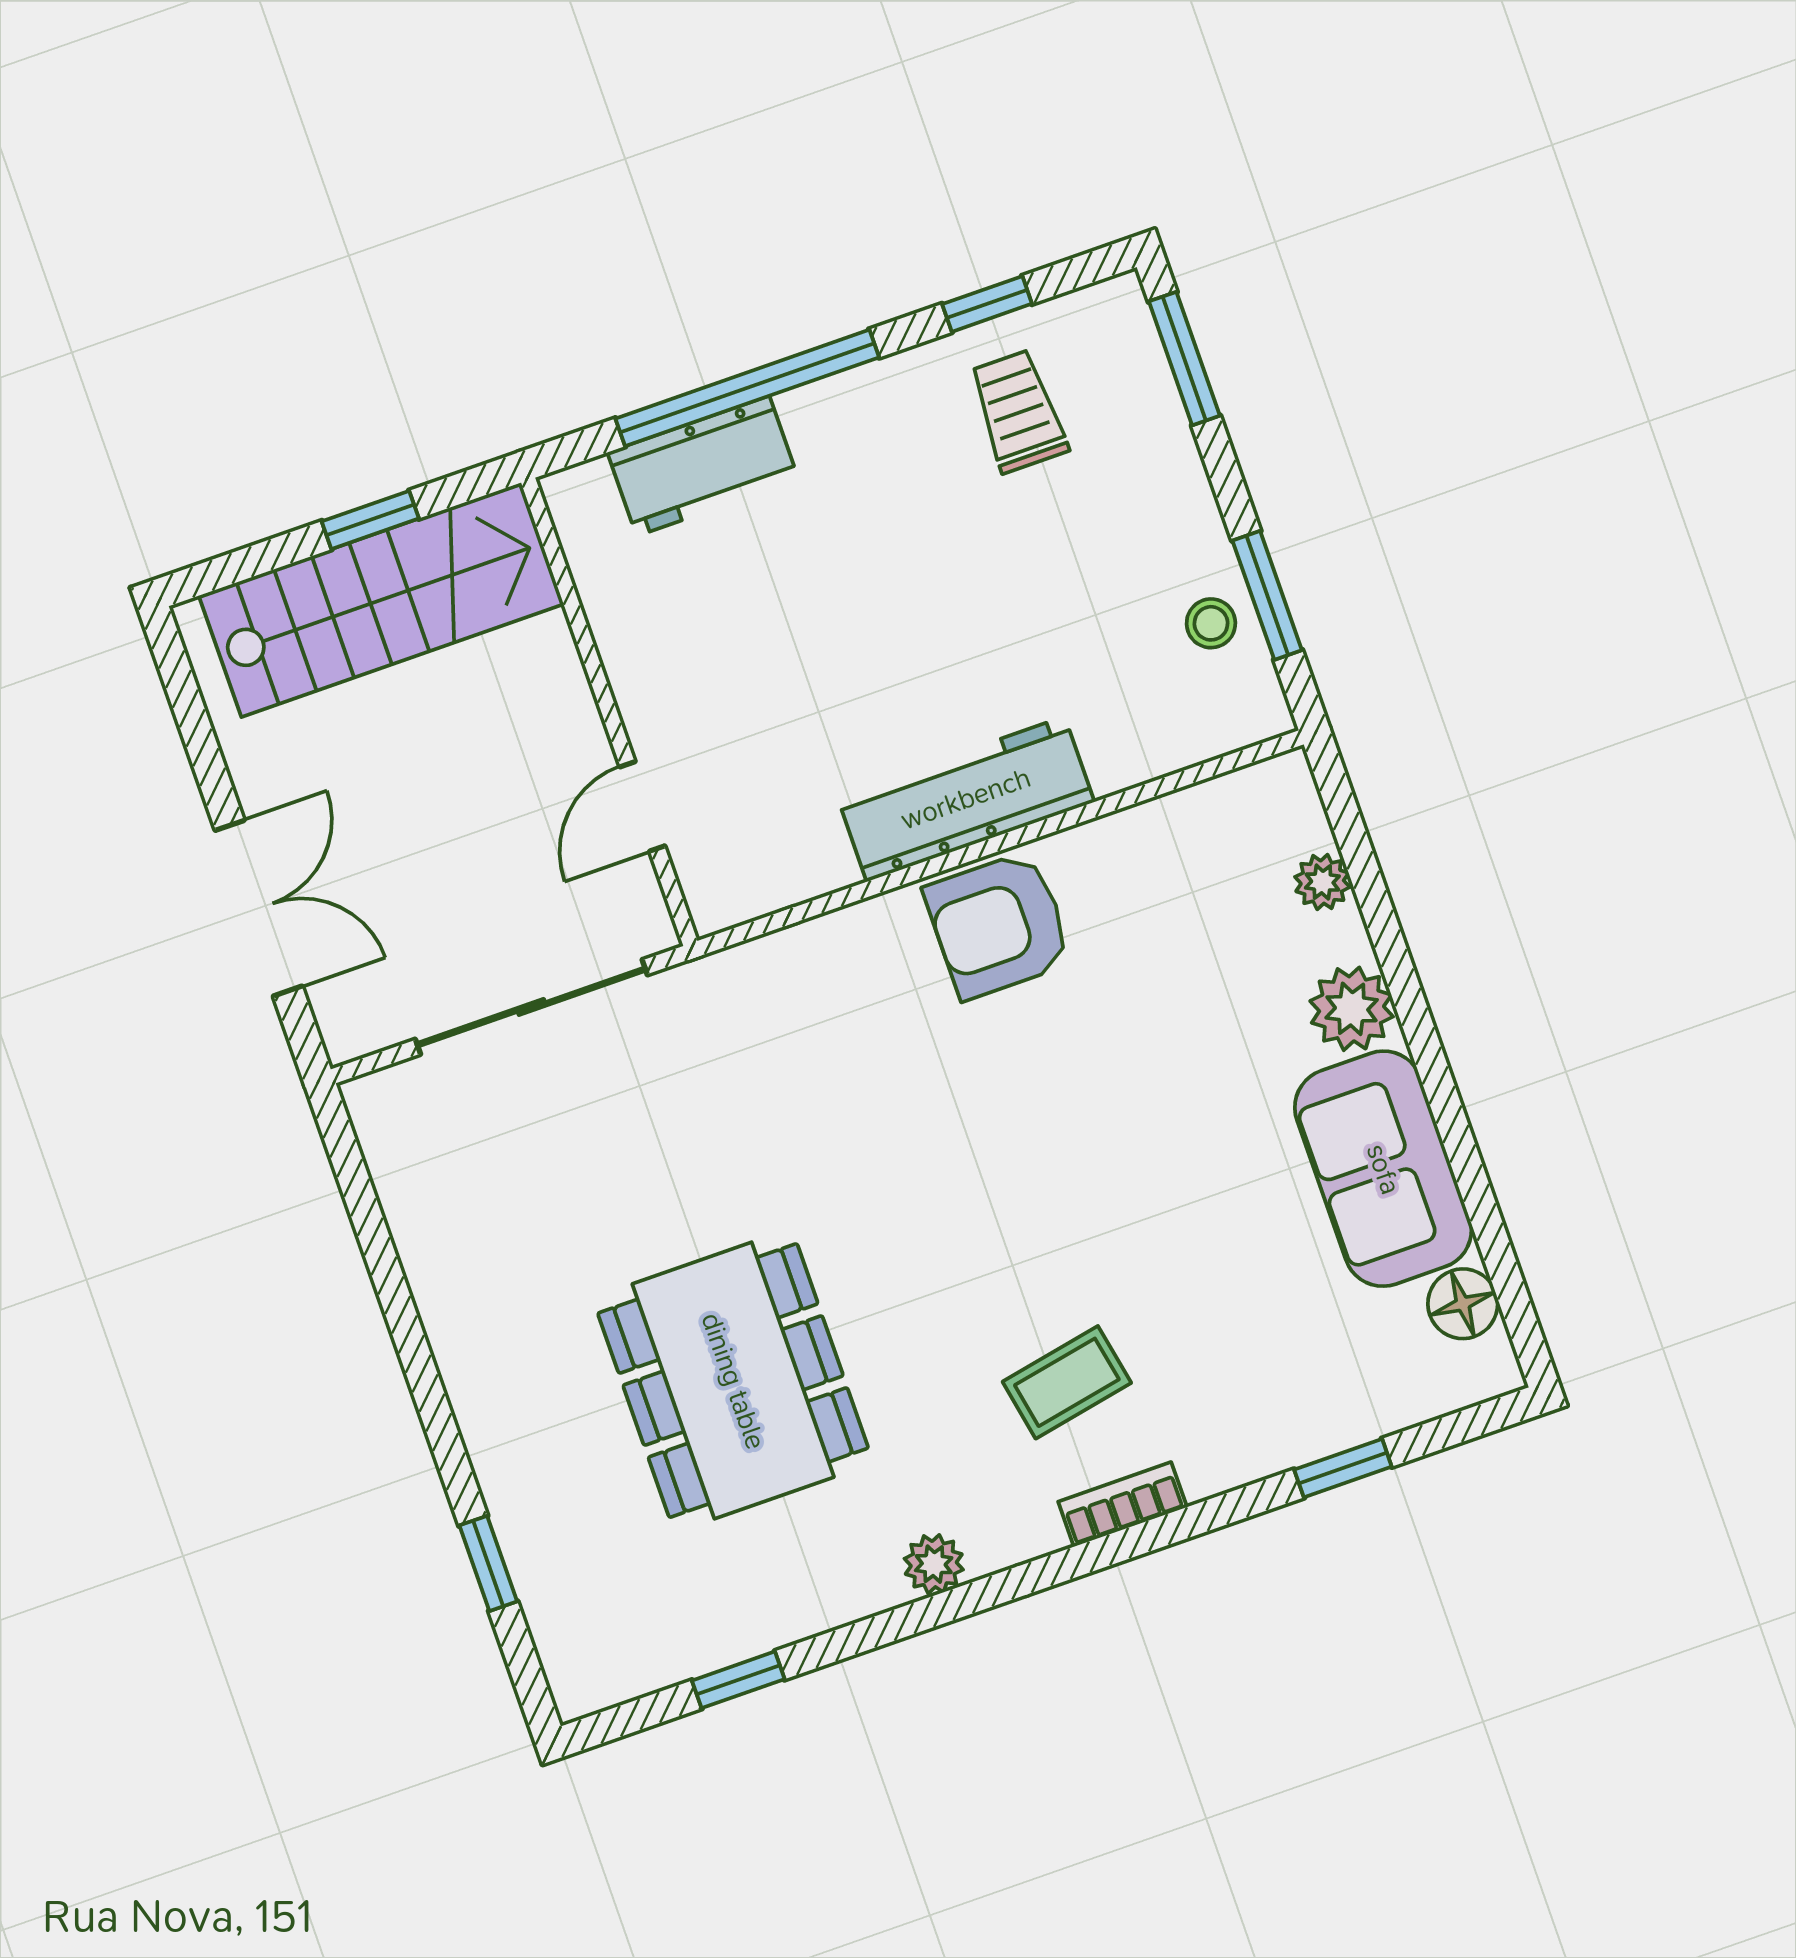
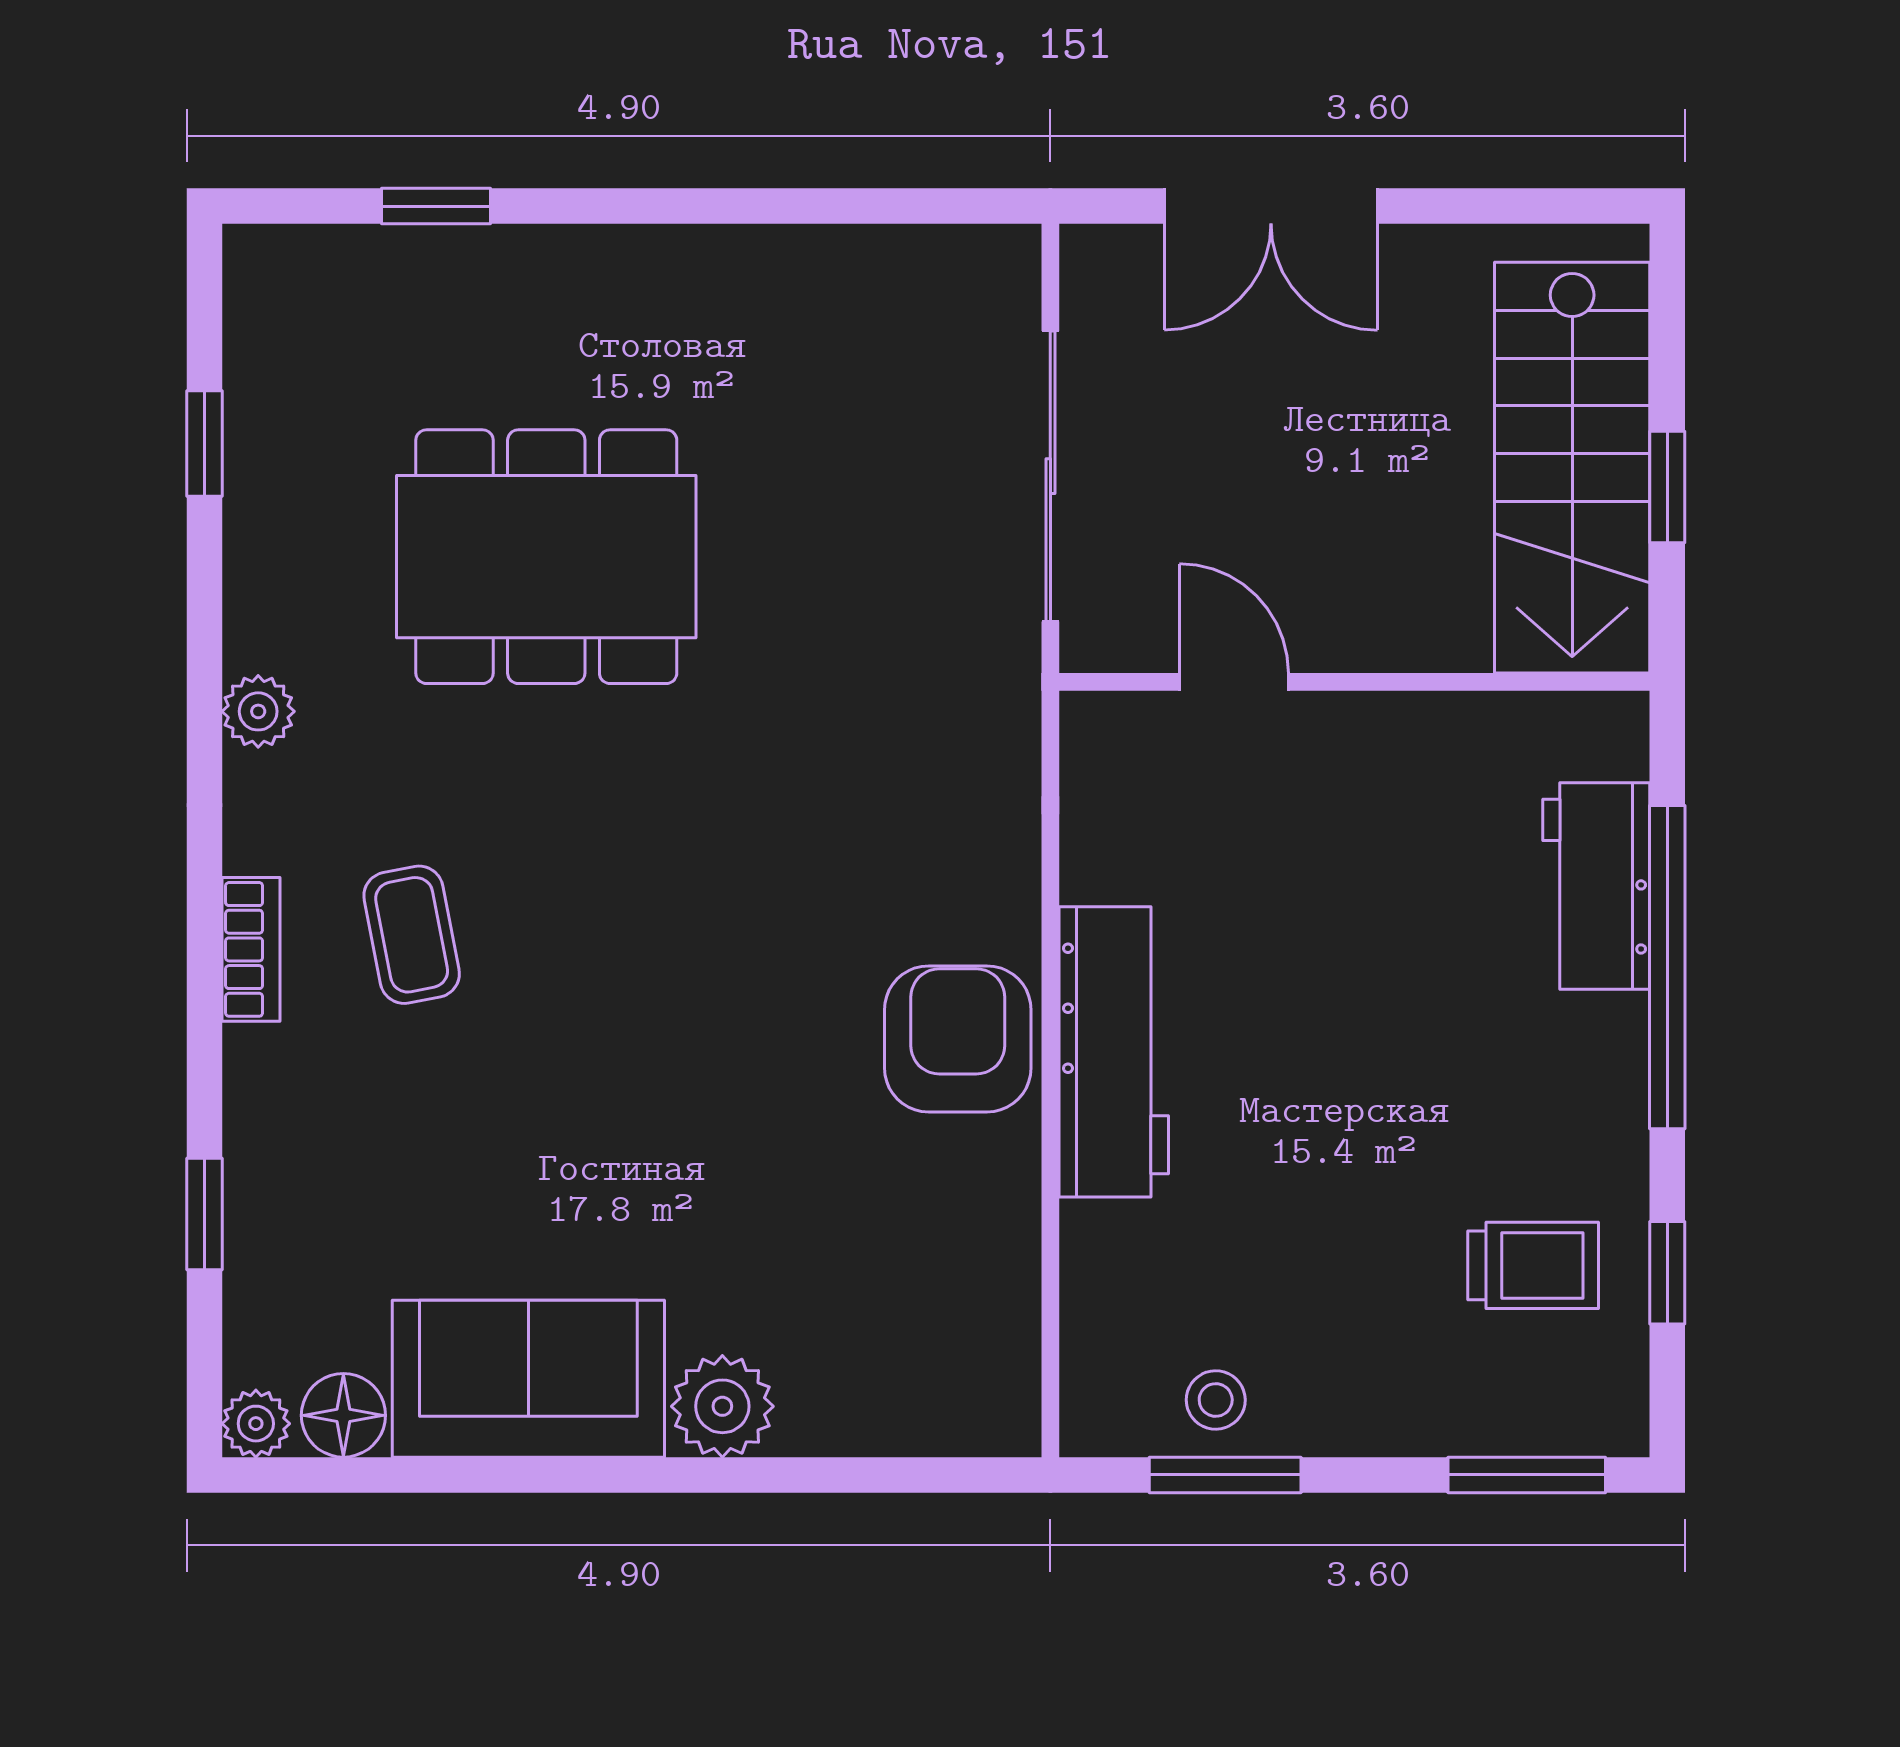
plant: (1322, 882) -> (256, 1424), moved

